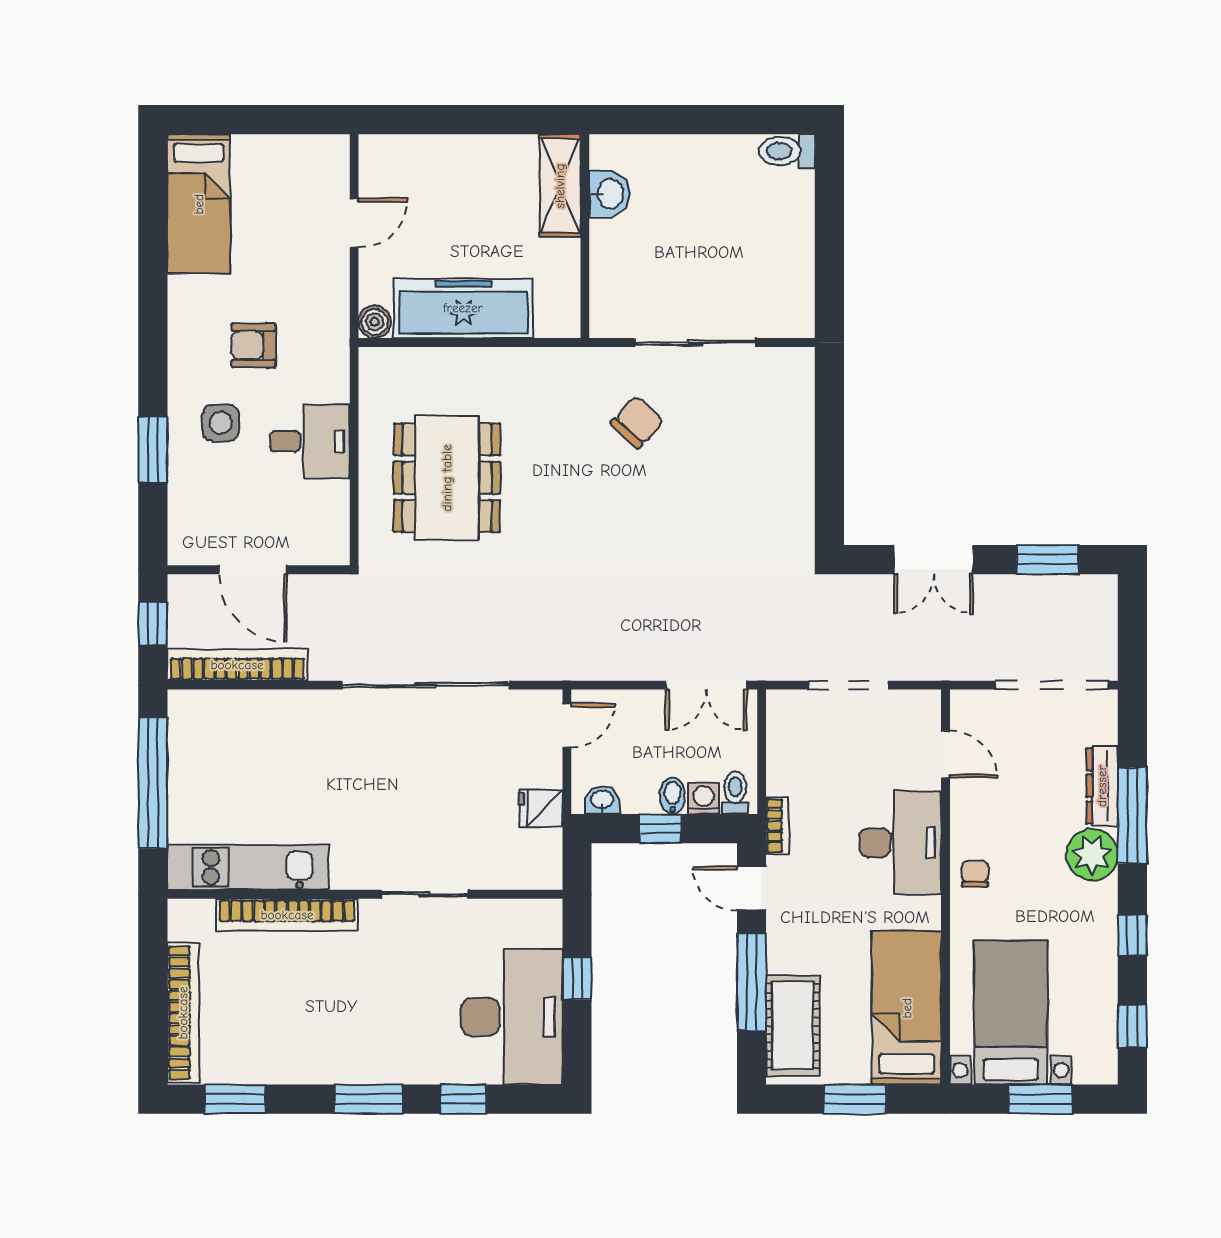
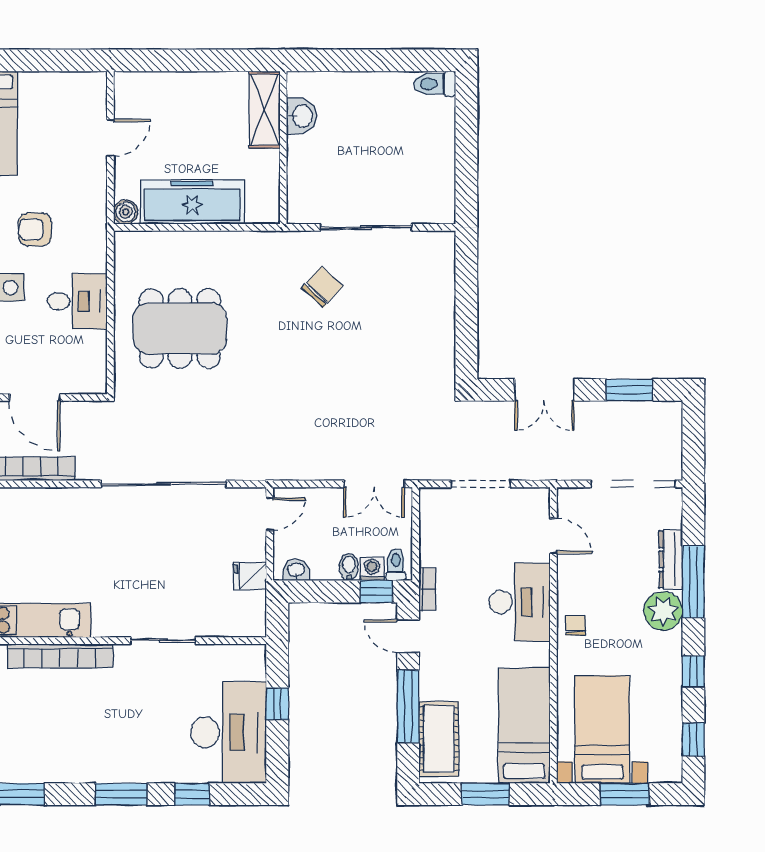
dining table: (447, 478) -> (180, 329), turned 90
window: (660, 829) -> (376, 591), moved

